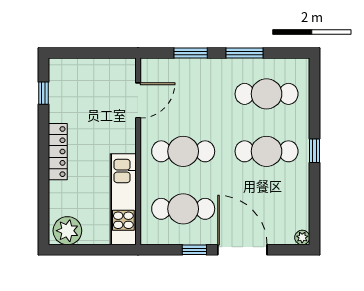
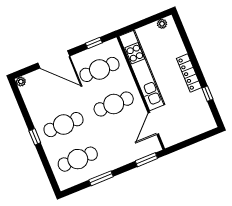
window: (191, 53) -> (146, 160), moved
window: (44, 93) -> (207, 94), moved
kitchen unit: (123, 199) -> (142, 70), width x1.36
plant: (67, 231) -> (162, 24), width x0.53, depth x0.53
window: (194, 250) -> (94, 43), moved

